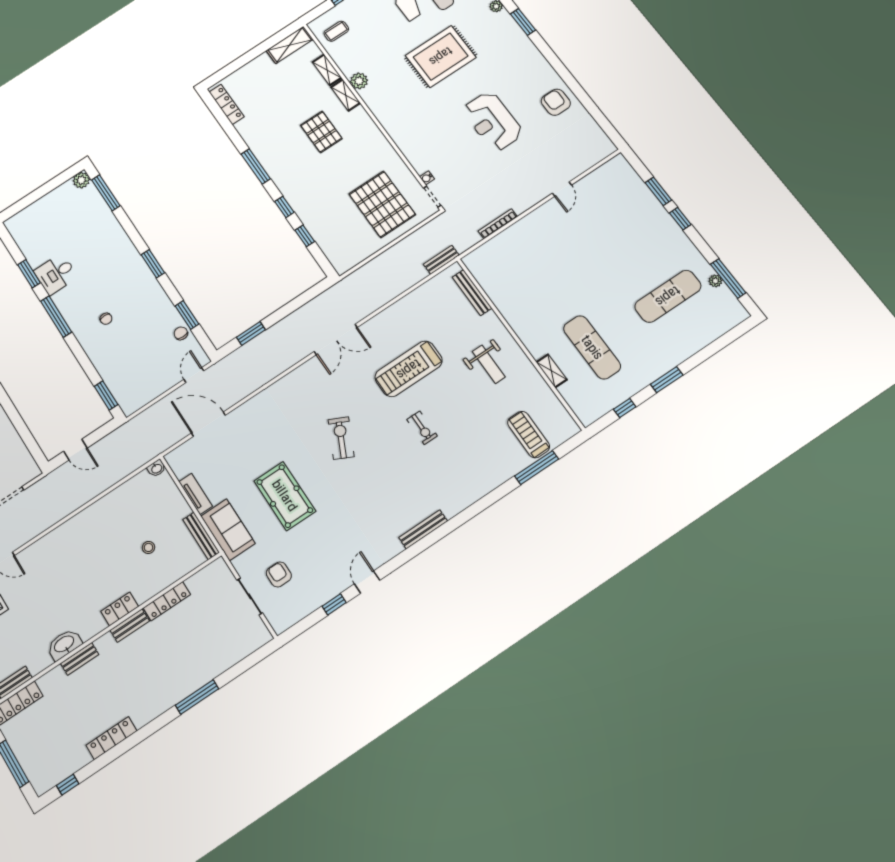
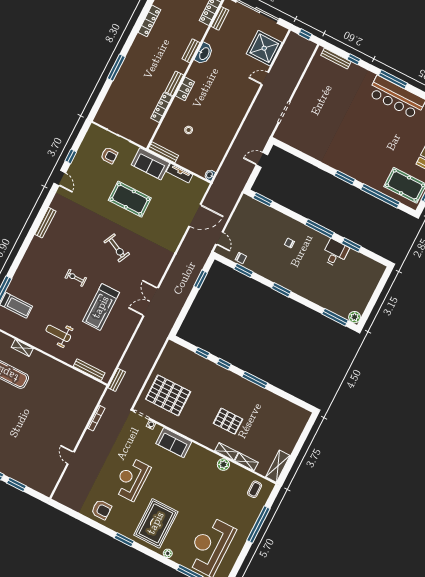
window: (523, 22) -> (124, 540), moved
rug: (441, 56) -> (156, 523), moved
locker: (227, 104) -> (294, 409), removed
reception desk: (493, 121) -> (132, 479), turned -90
sofa: (409, 140) -> (174, 443), added
treadmill: (409, 369) -> (101, 307), turned 180

